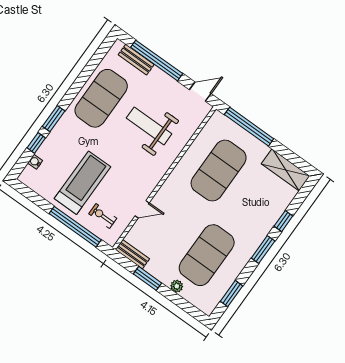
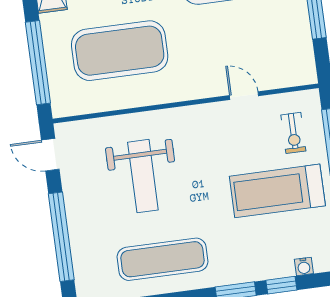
bench: (136, 60) -> (82, 261), removed
exercise mat: (101, 98) -> (163, 259), width x0.68
bench: (132, 254) -> (305, 59), removed

